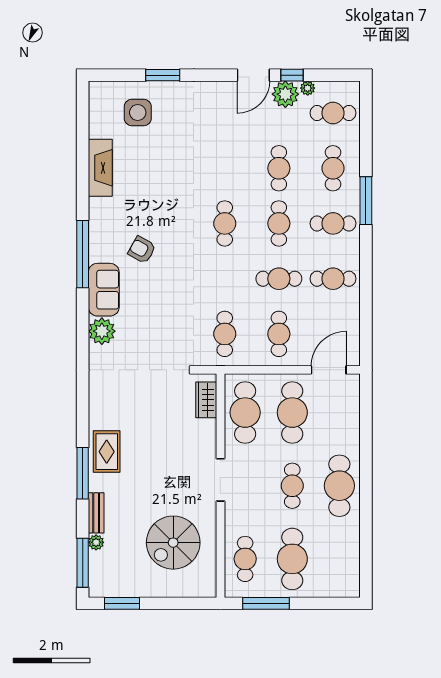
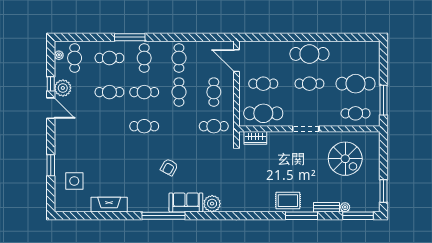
plant: (308, 88) -> (59, 55), moved
armchair: (142, 250) -> (169, 167), moved
cafe table: (279, 334) -> (214, 92), turned 90
cafe table: (292, 413) -> (263, 84), width x0.73, depth x0.74

